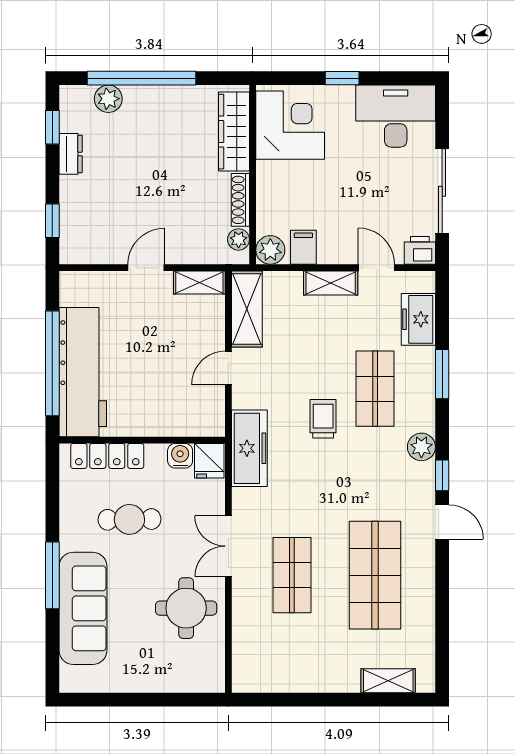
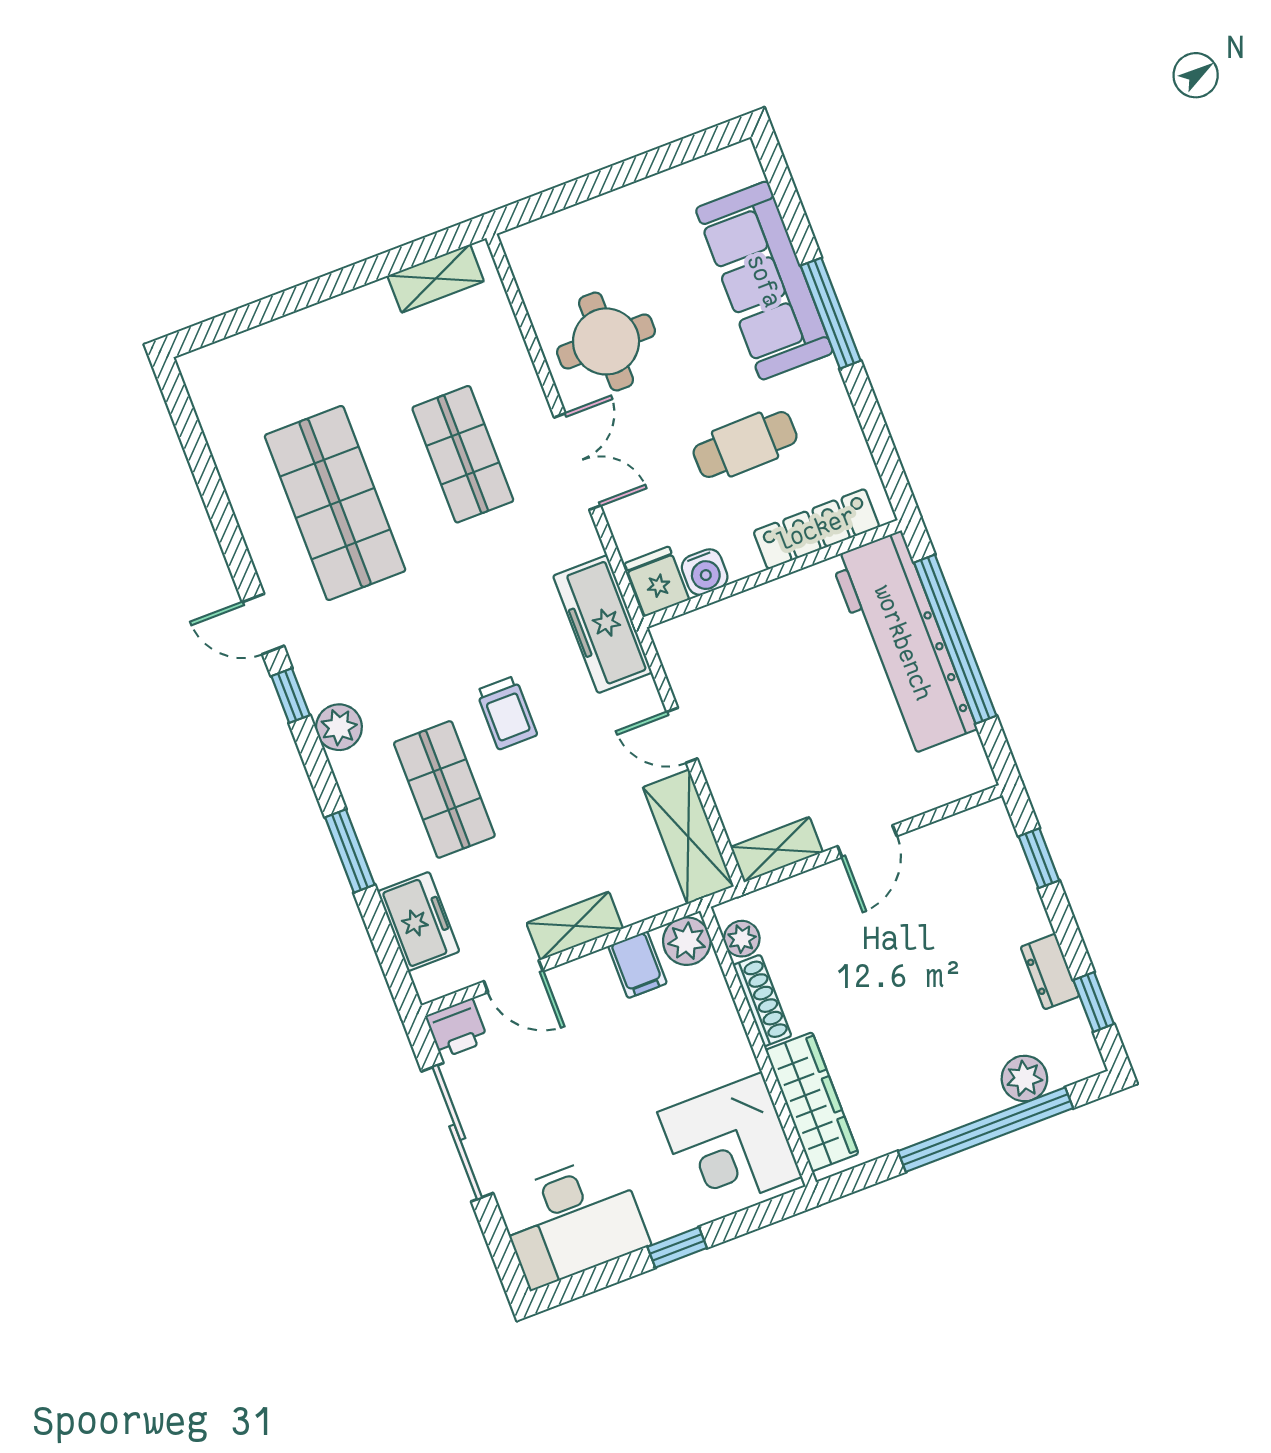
door: (228, 368) -> (682, 735), swing flipped
shelving: (388, 681) -> (436, 278), moved

